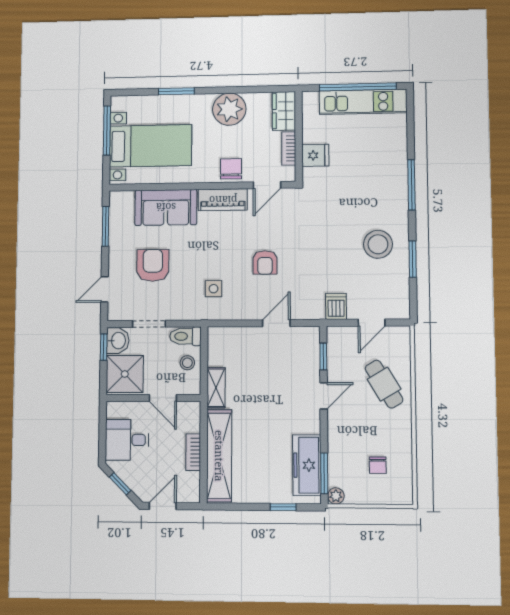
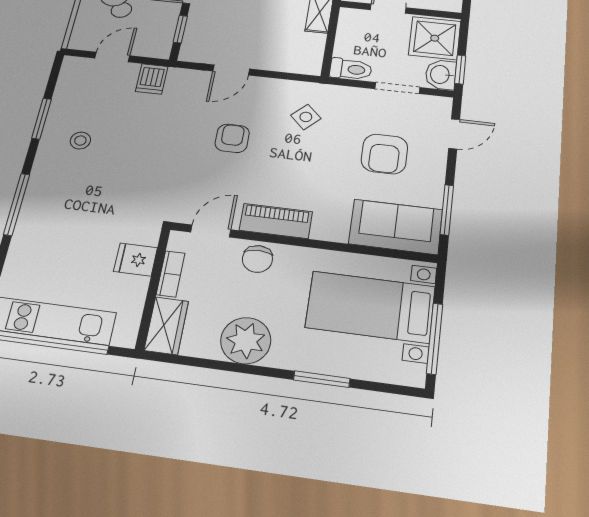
sofa: (166, 207) -> (396, 227), moved
stool: (378, 244) -> (80, 141), width x0.53, depth x0.53
side table: (214, 289) -> (306, 117), turned 45
stool: (187, 363) -> (352, 41), removed

